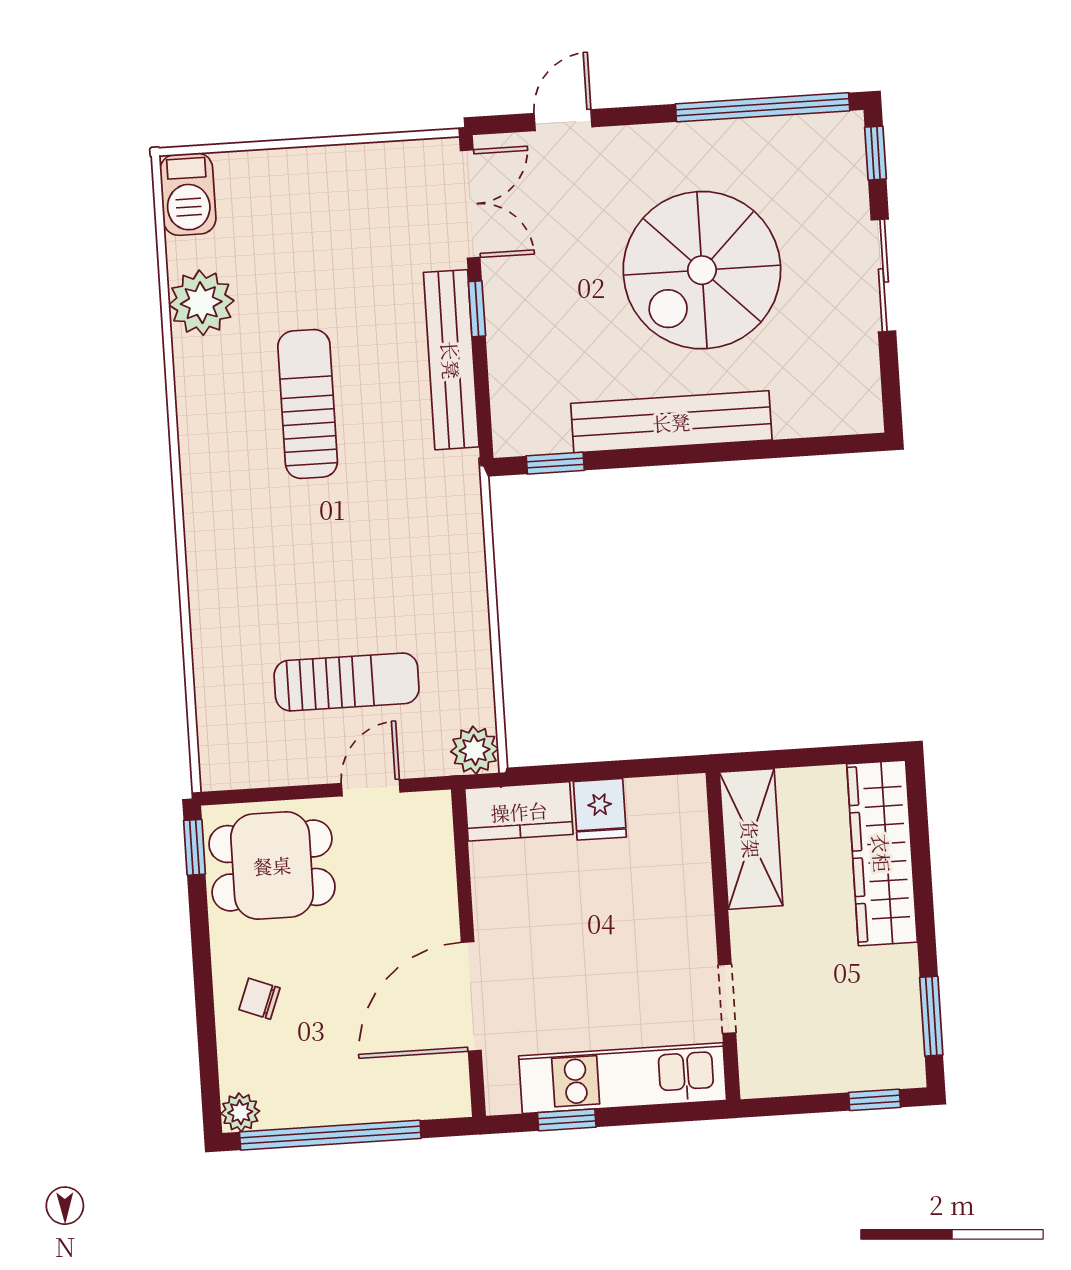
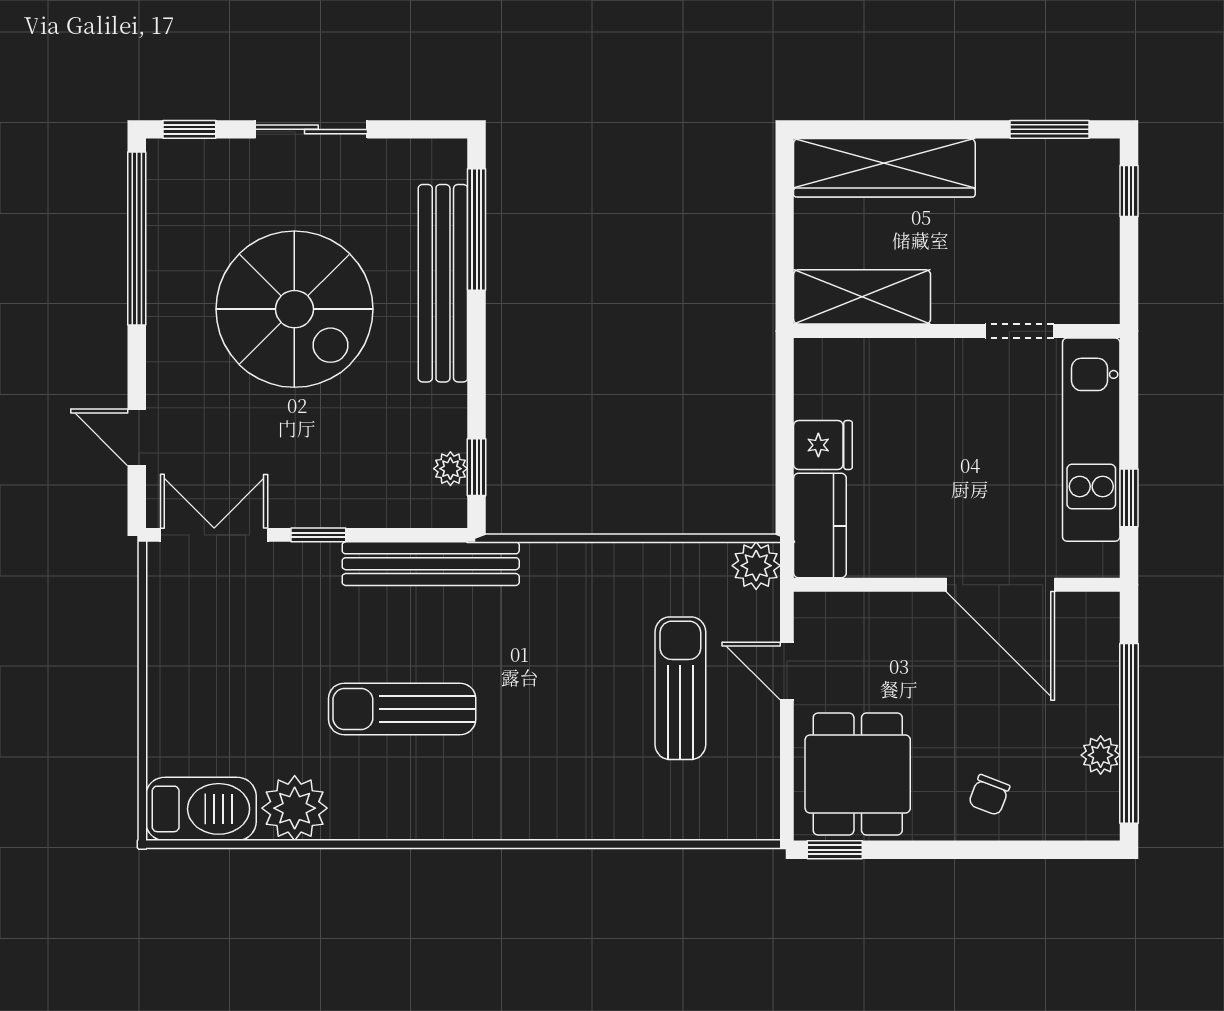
barbecue: (188, 194) -> (201, 809), width x1.37, depth x1.21
bench: (451, 360) -> (431, 564), moved
bench: (671, 422) -> (443, 283), moved
plant: (552, 437) -> (450, 469), added
window: (794, 448) -> (477, 229), added
plant: (240, 1112) -> (1101, 755), moved

